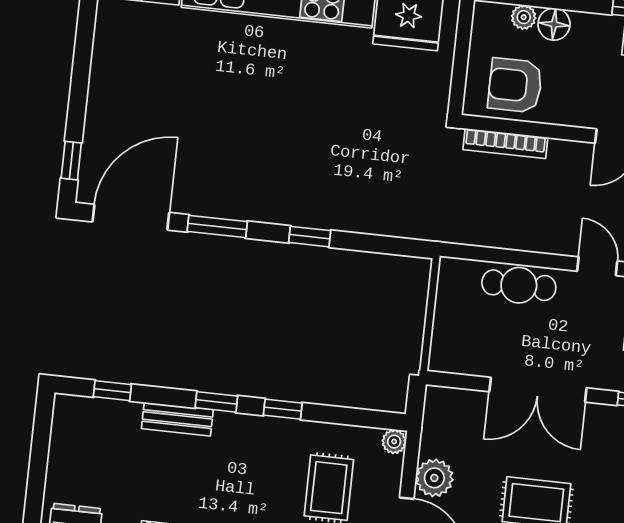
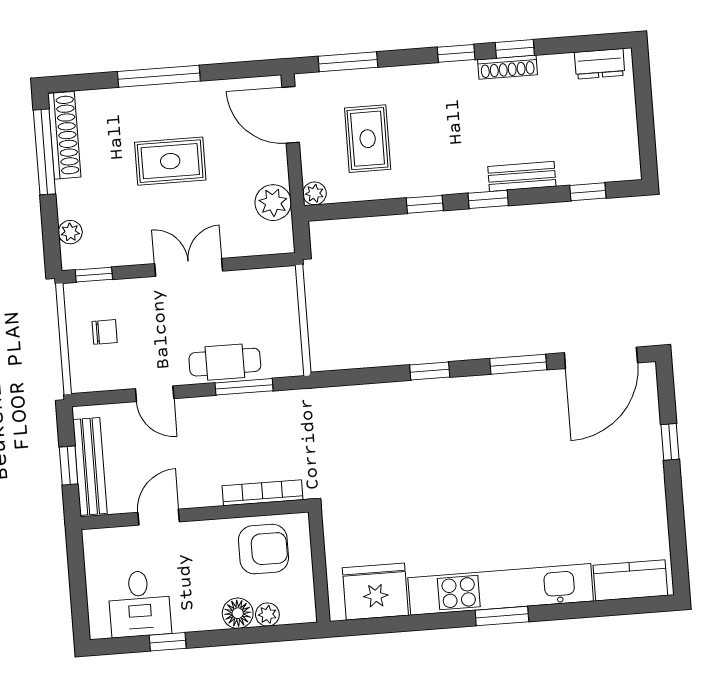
window: (71, 161) -> (670, 442), moved
window: (504, 256) -> (244, 387), added
double door: (538, 390) -> (189, 267), width x0.73
plant: (434, 478) -> (273, 203), moved

